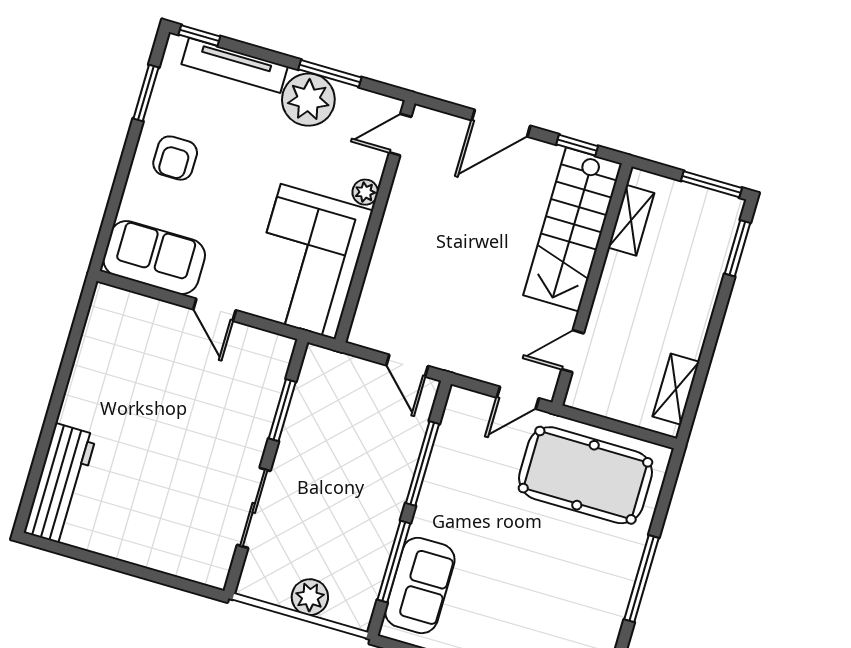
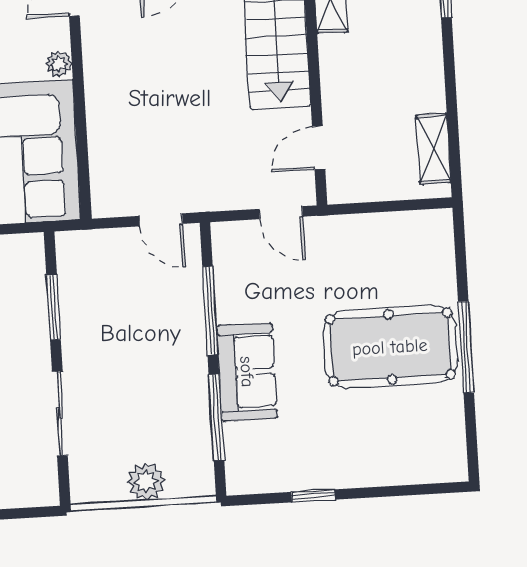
door: (518, 398) -> (281, 213), hinge flipped
pool table: (585, 475) -> (390, 347), moved
sofa: (420, 585) -> (247, 372), moved

